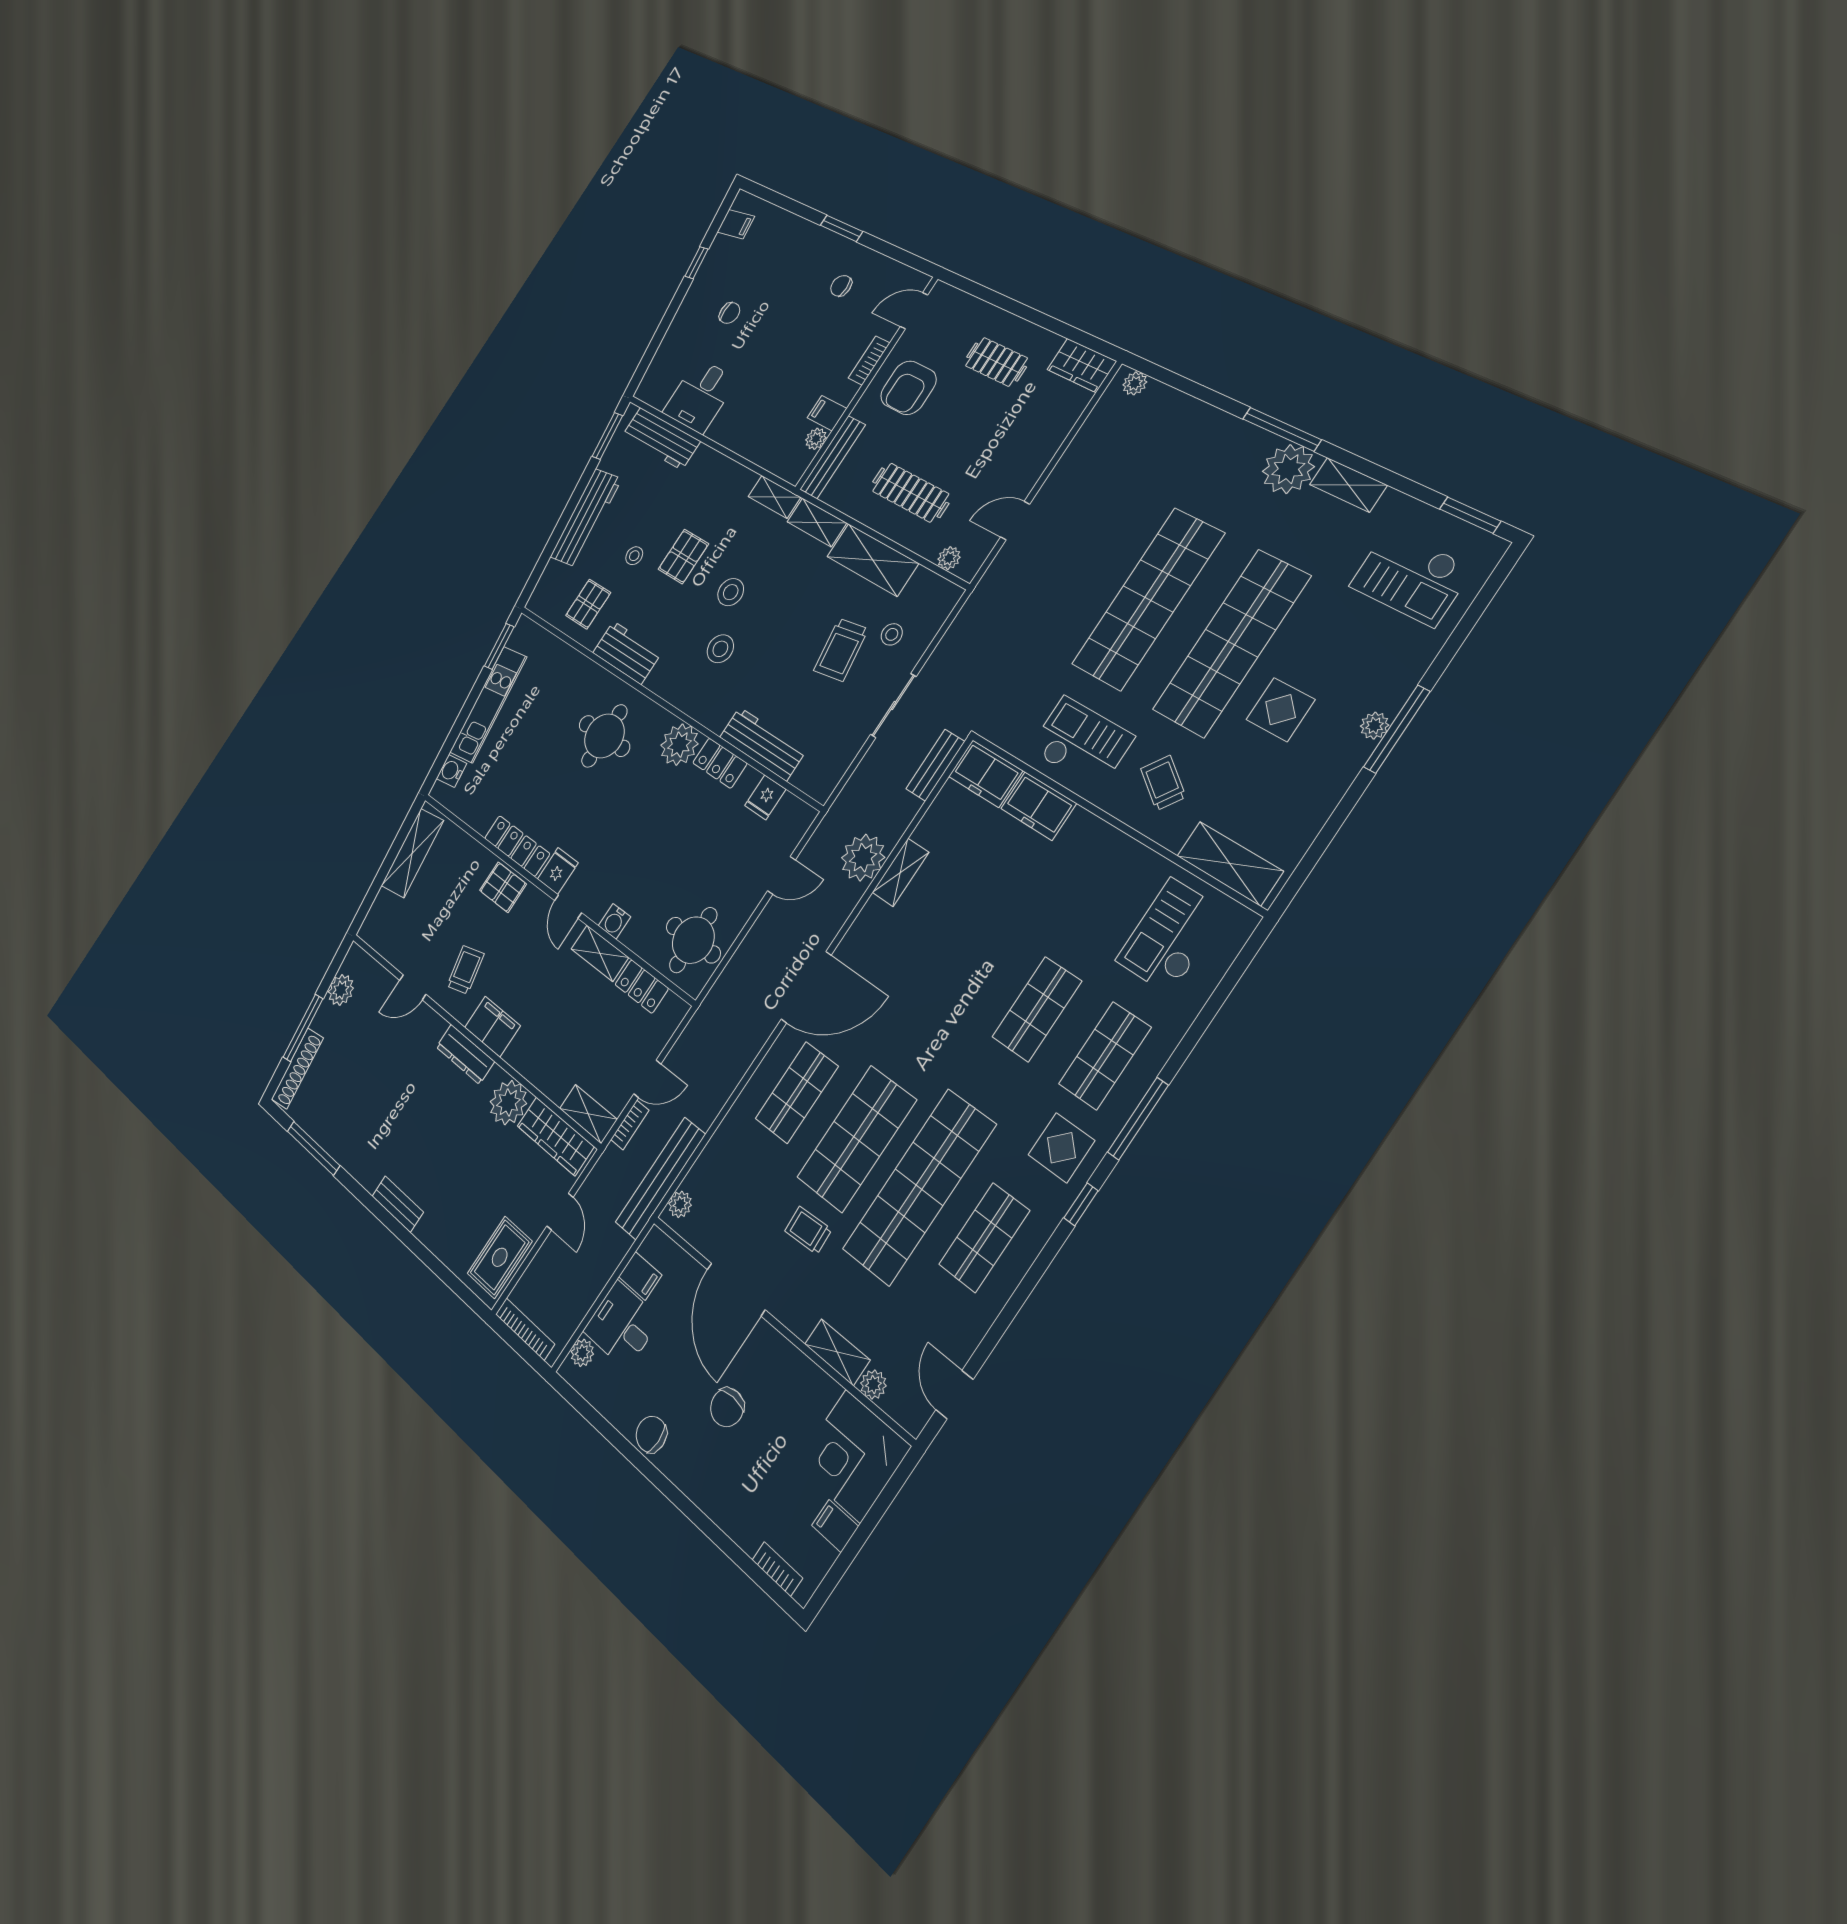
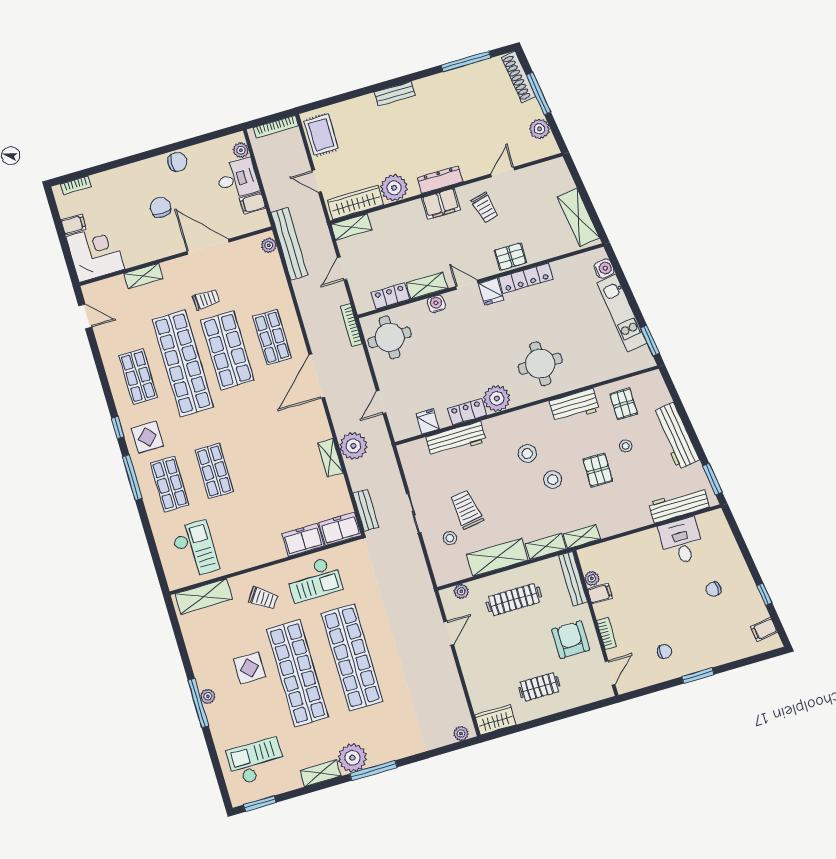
bookcase: (630, 1125) -> (351, 325), moved, width x1.56
plant: (873, 1384) -> (117, 283), removed

